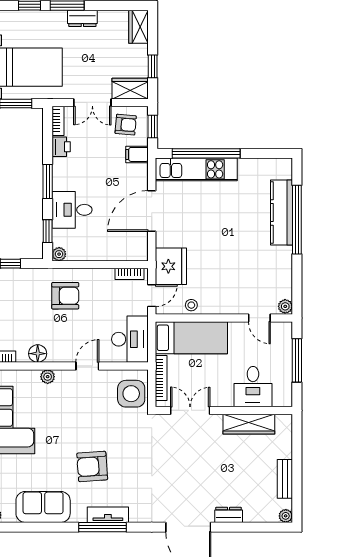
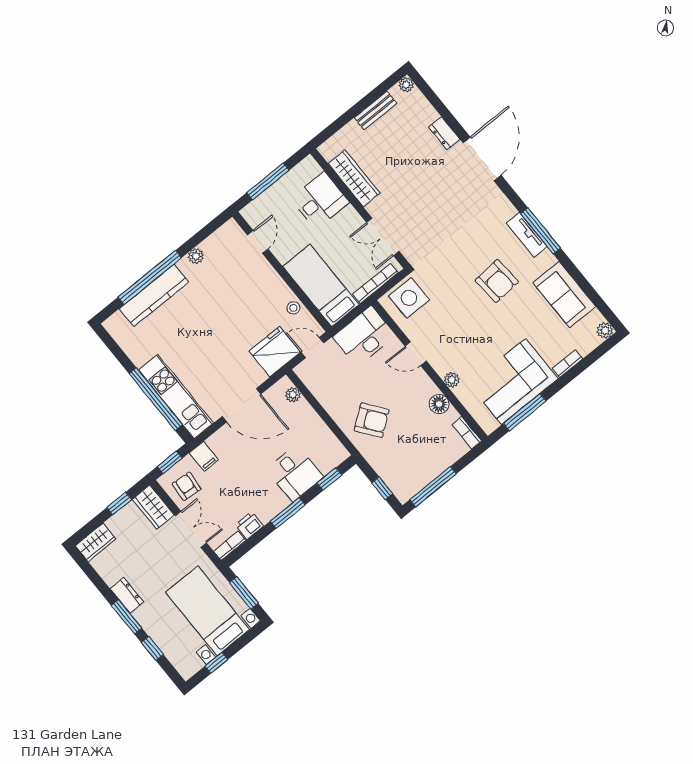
plant: (59, 254) -> (293, 395), moved
bookcase: (129, 274) -> (309, 381), removed
armchair: (65, 296) -> (372, 420), turned 143
plant: (285, 306) -> (196, 256), moved

